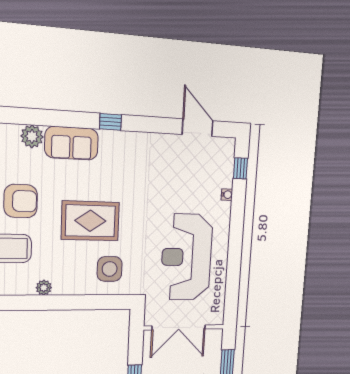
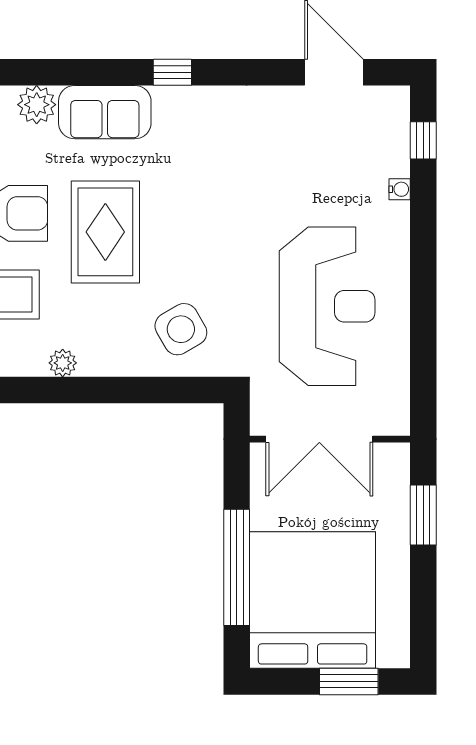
rug: (90, 221) -> (105, 232), moved, turned 90
reception desk: (187, 257) -> (327, 306), turned 180
side table: (110, 269) -> (181, 329), turned -30

